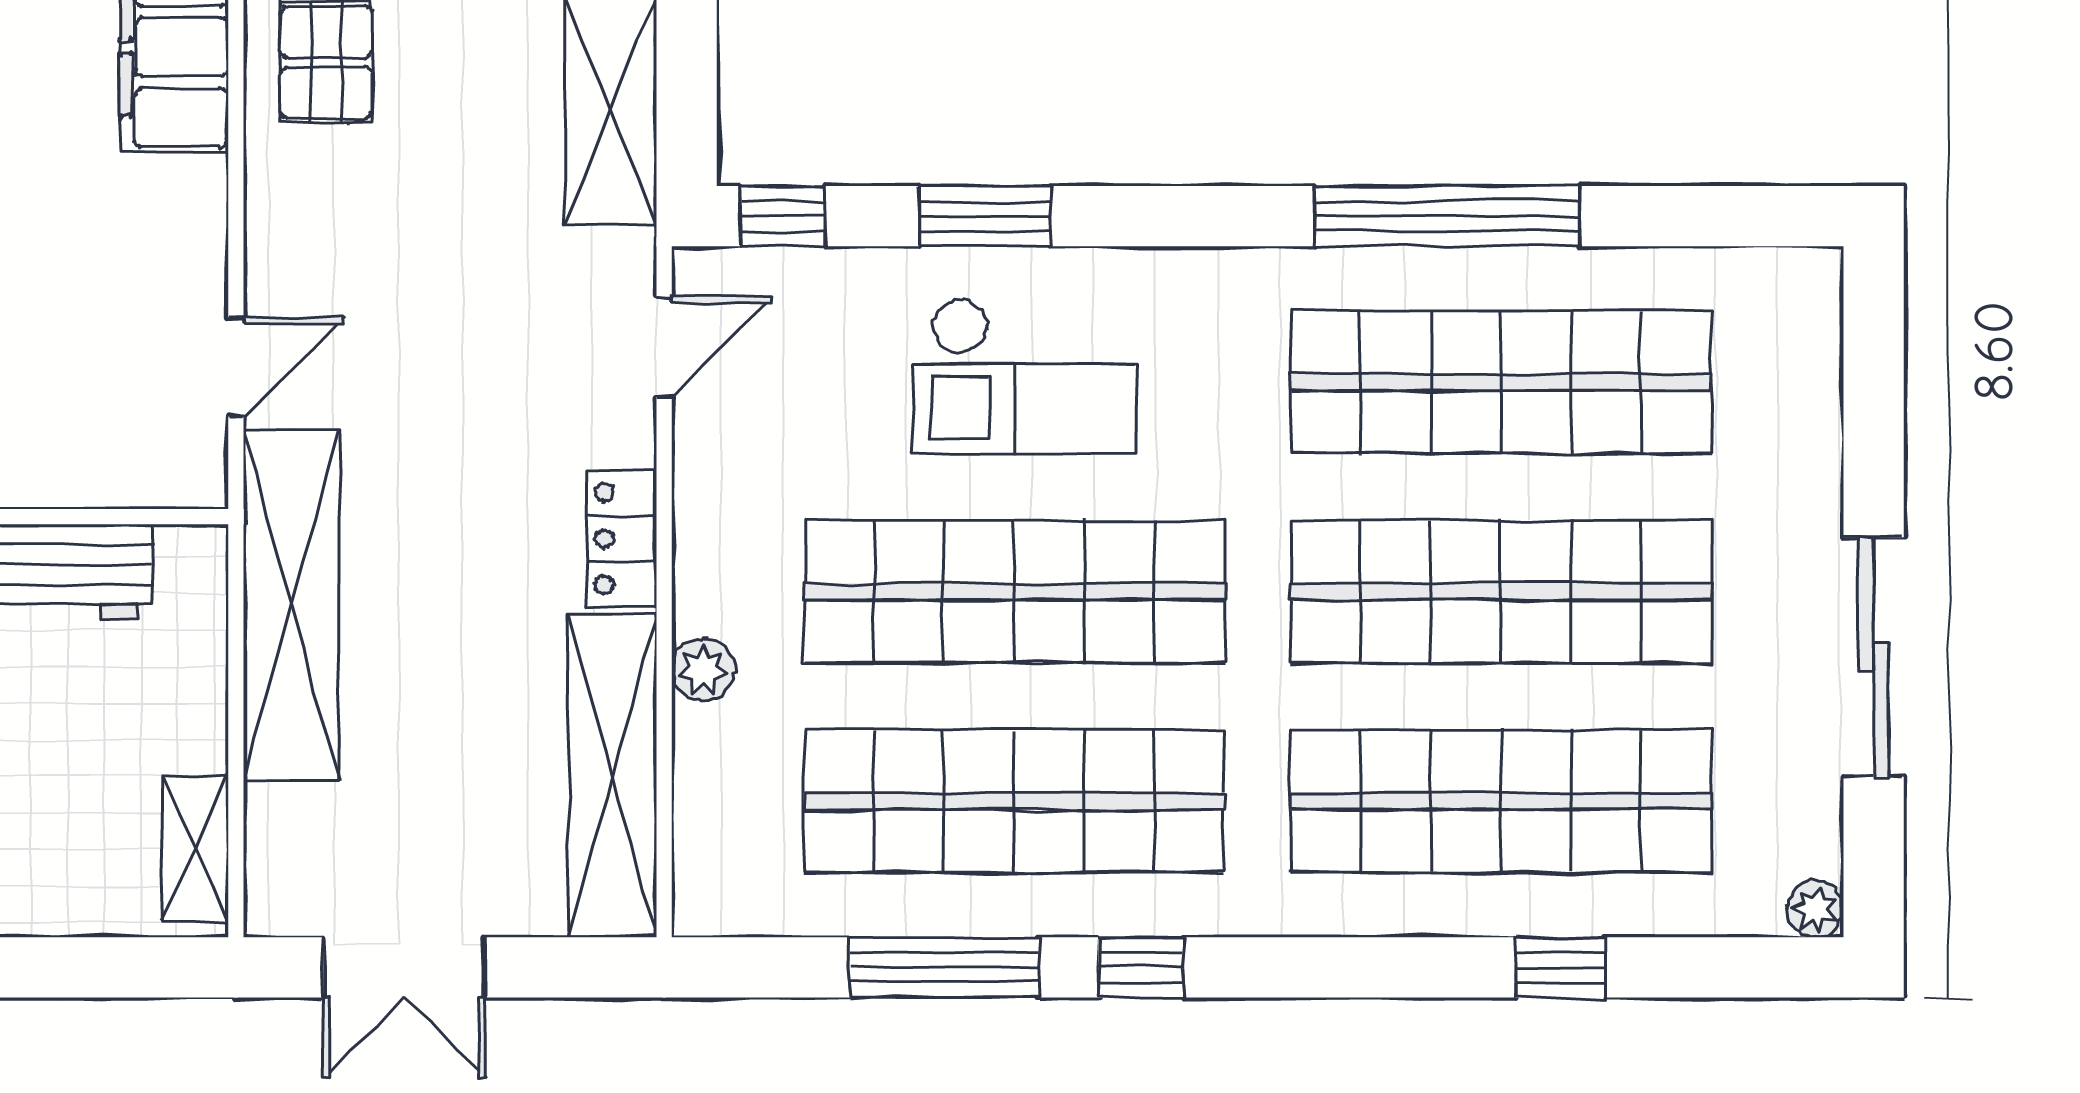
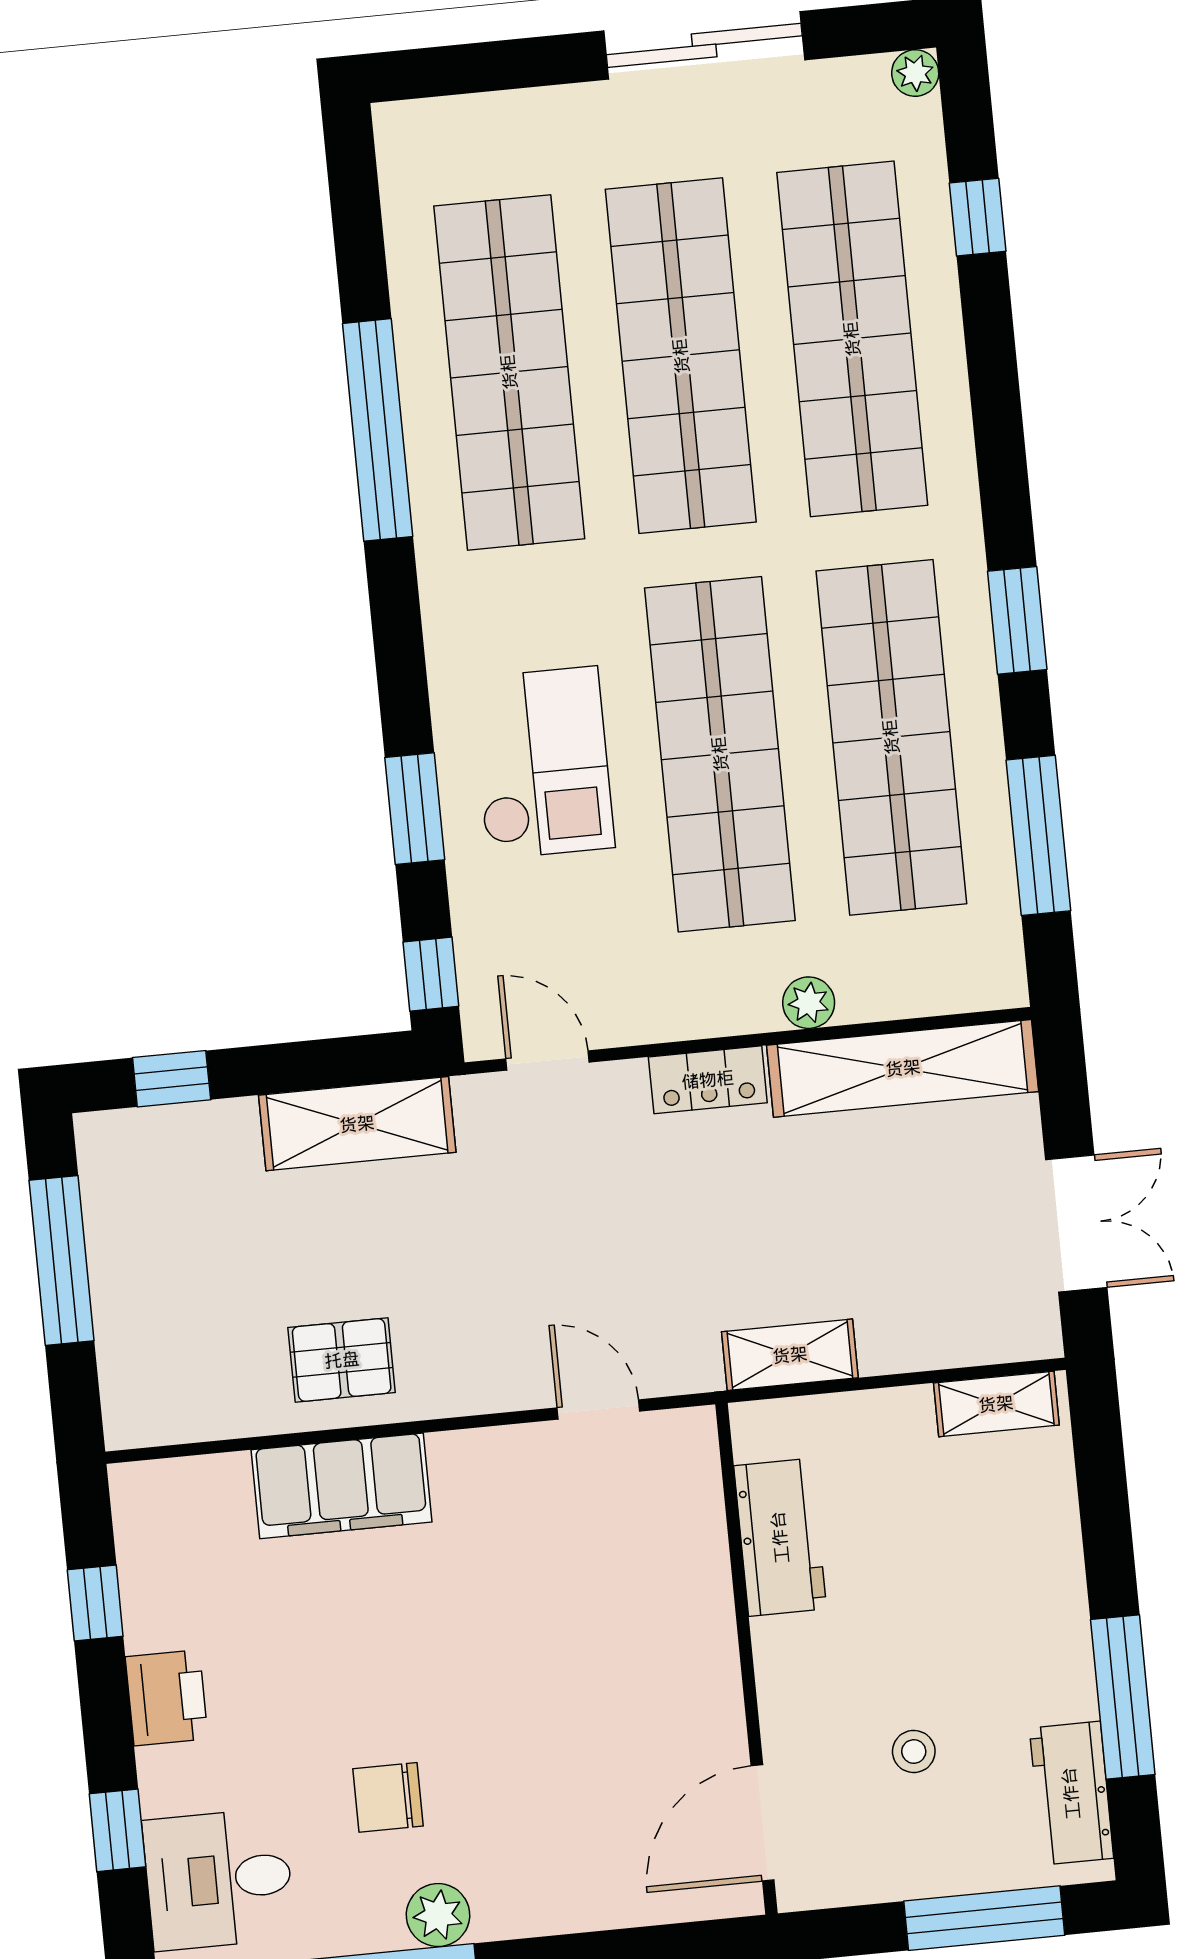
shelving: (291, 605) -> (790, 1355), width x0.45, depth x0.75
window: (944, 967) -> (1038, 835), moved
window: (1141, 967) -> (1017, 620), width x1.50
window: (1560, 967) -> (978, 217), moved

